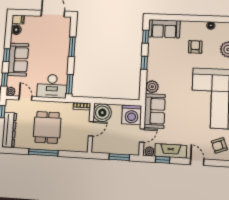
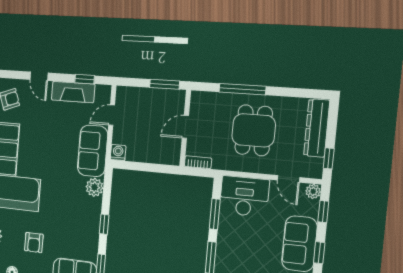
window: (70, 84) -> (215, 214), moved
boiler: (102, 113) -> (168, 151), removed
washing machine: (132, 115) -> (118, 153), width x0.53, depth x0.53
plant: (149, 151) -> (102, 91), removed
window: (43, 153) -> (242, 89), moved
window: (119, 157) -> (165, 84), moved

